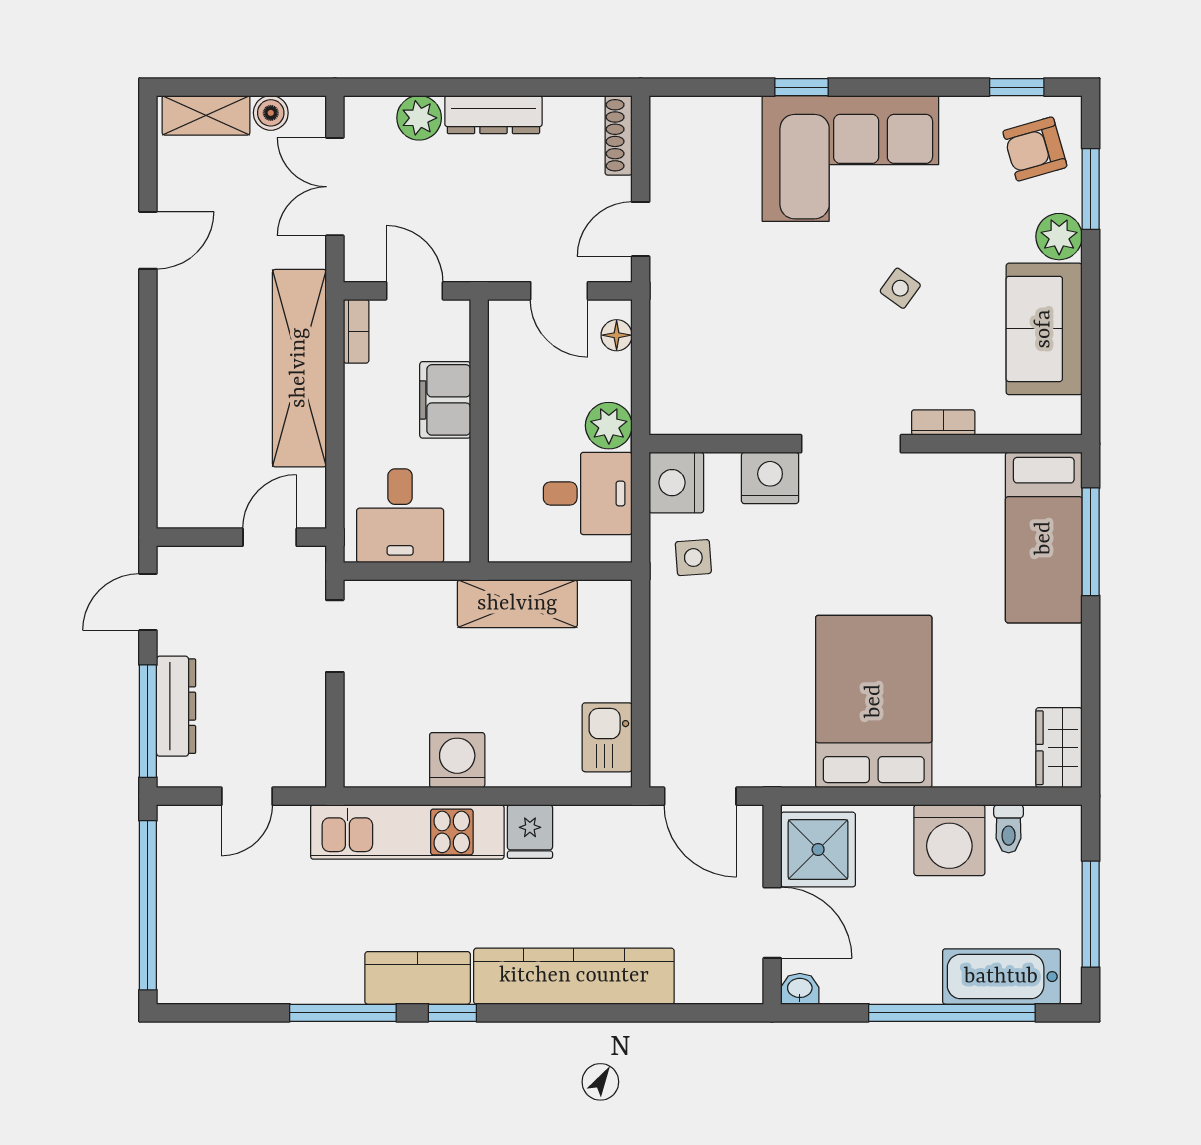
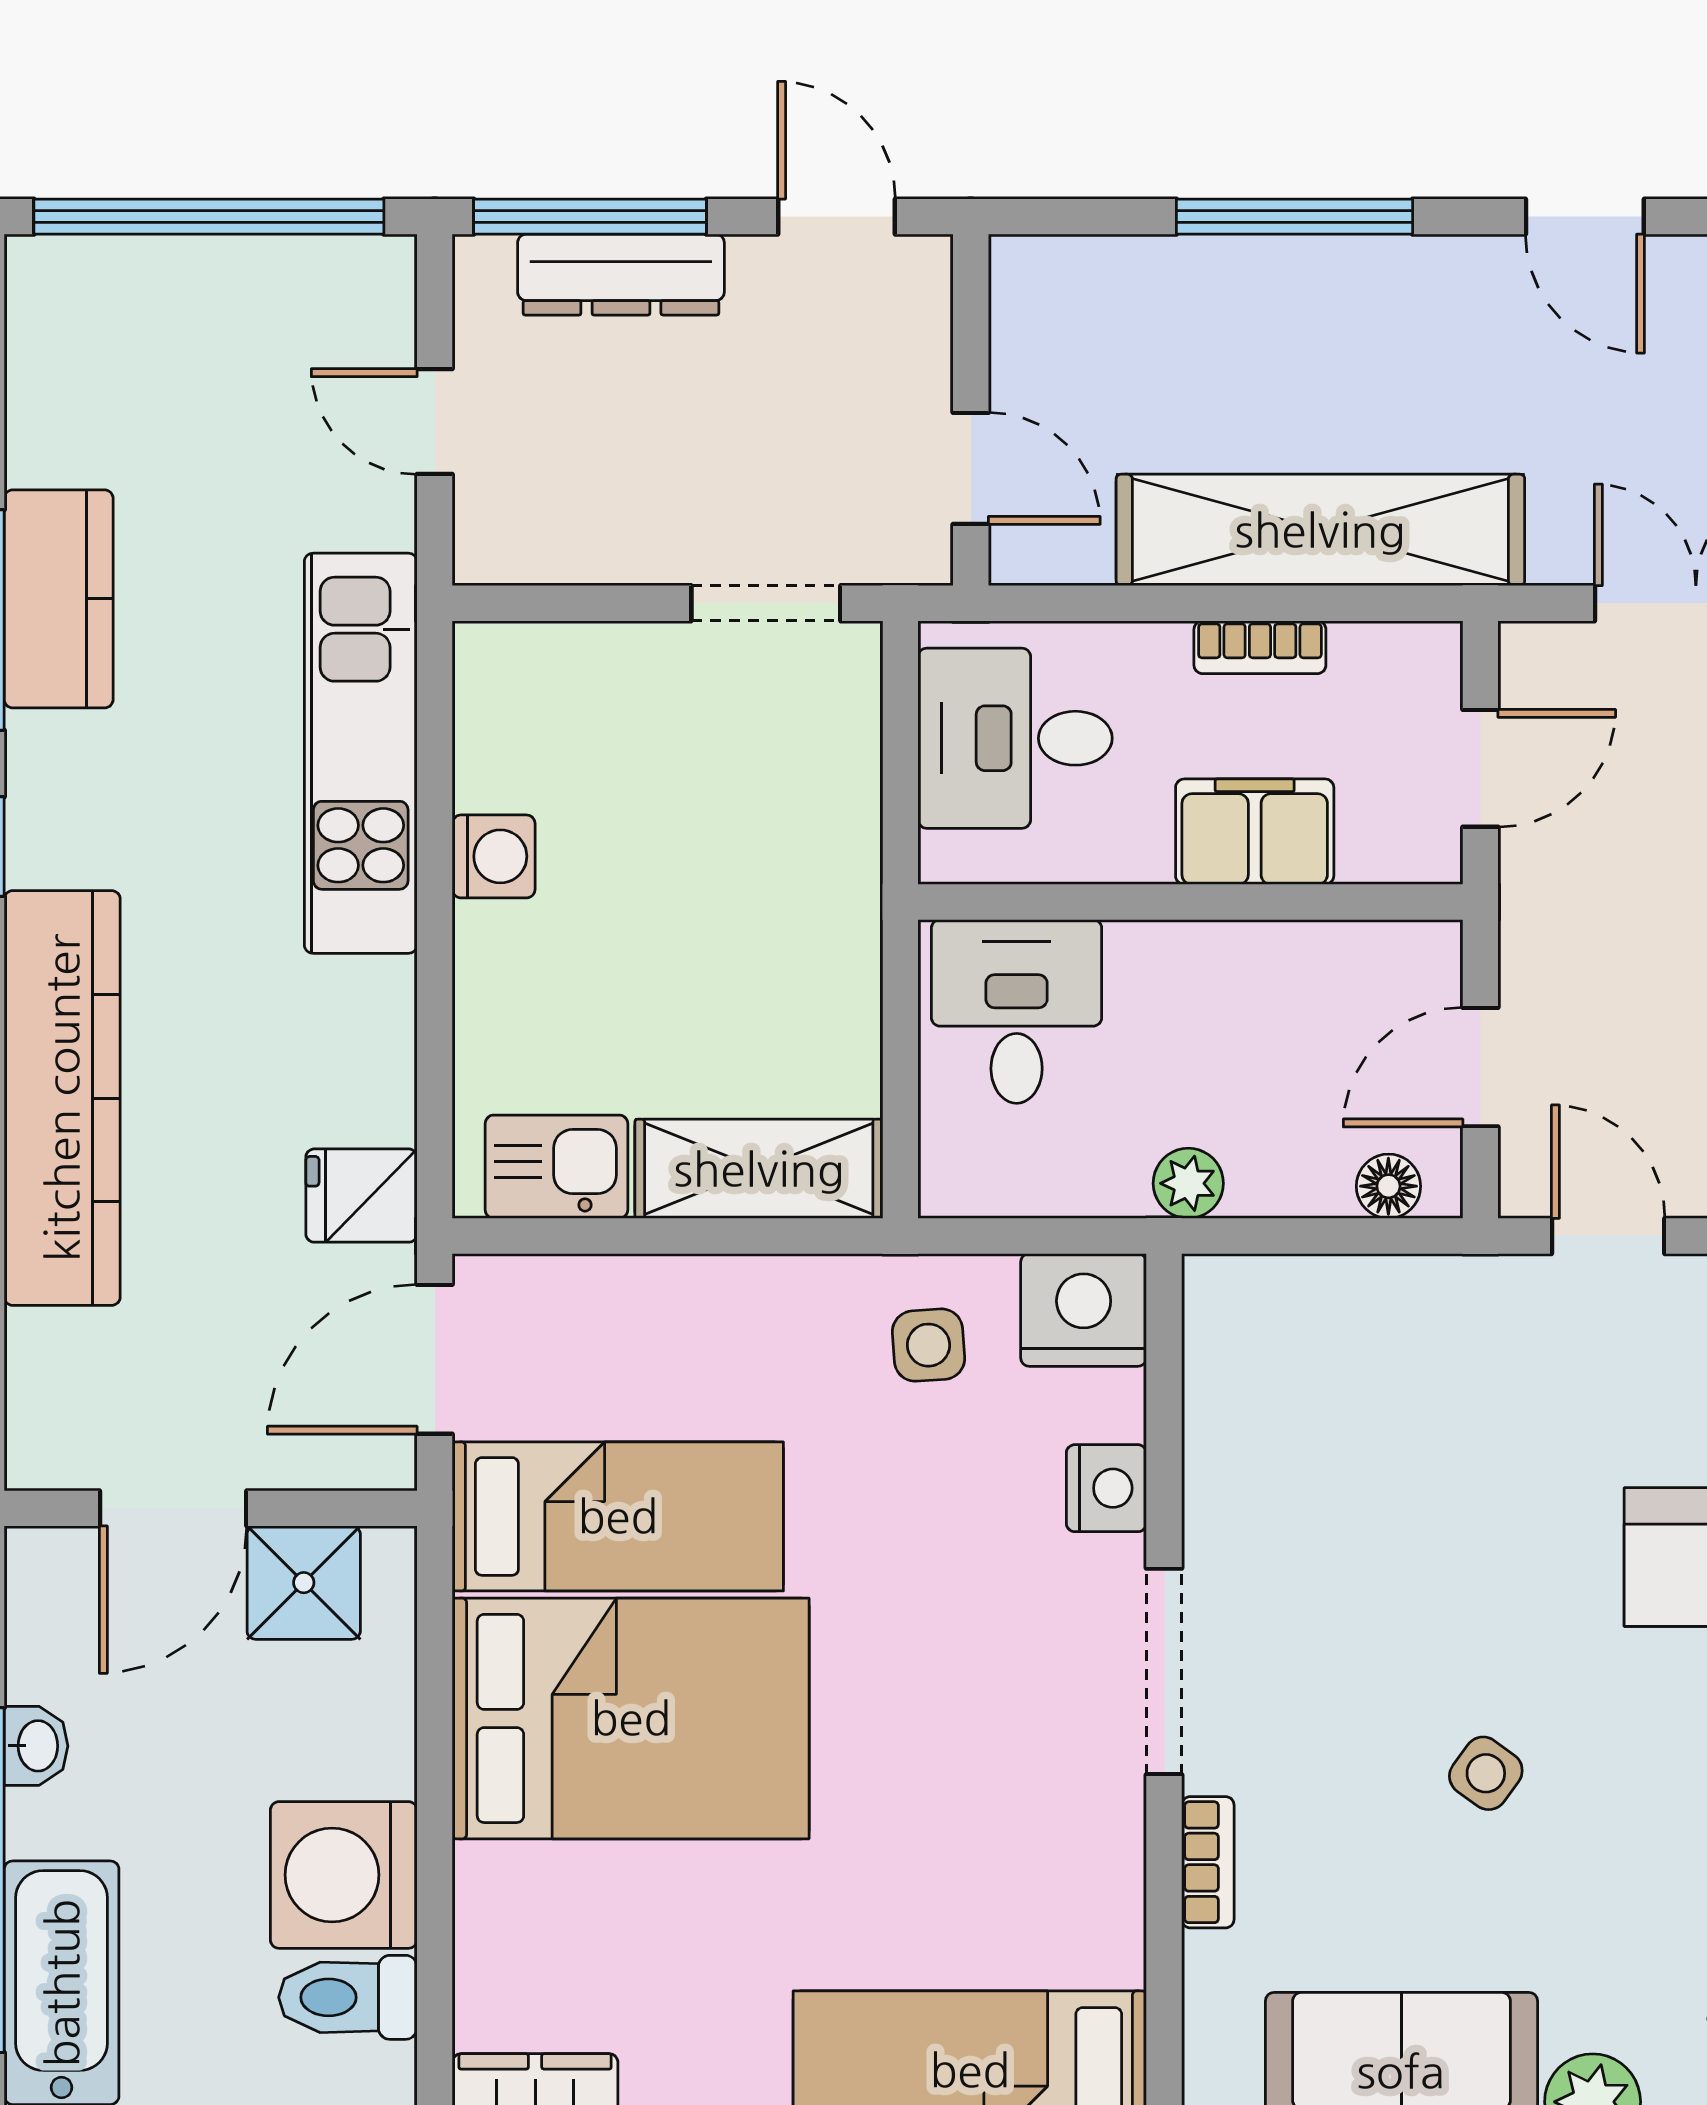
bookcase: (356, 331) -> (1260, 647), moved
window: (148, 381) -> (1294, 217), added
plant: (609, 426) -> (1188, 1183), width x0.73, depth x0.73
nightstand: (770, 478) -> (1106, 1488), width x0.74, depth x0.75
desk: (588, 493) -> (1017, 1011), moved, turned 180
shelving: (517, 604) -> (759, 1169), moved, turned 90
bed: (776, 708) -> (618, 1516), added
washing machine: (457, 760) -> (494, 856), width x0.73, depth x0.73
toilet: (1009, 829) -> (348, 1997), width x1.37, depth x1.39
fridge: (530, 832) -> (361, 1196), moved
shower: (818, 850) -> (304, 1583), width x0.73, depth x0.73
kitchen counter: (418, 978) -> (59, 599), moved
washbasin: (800, 989) -> (36, 1746), moved

